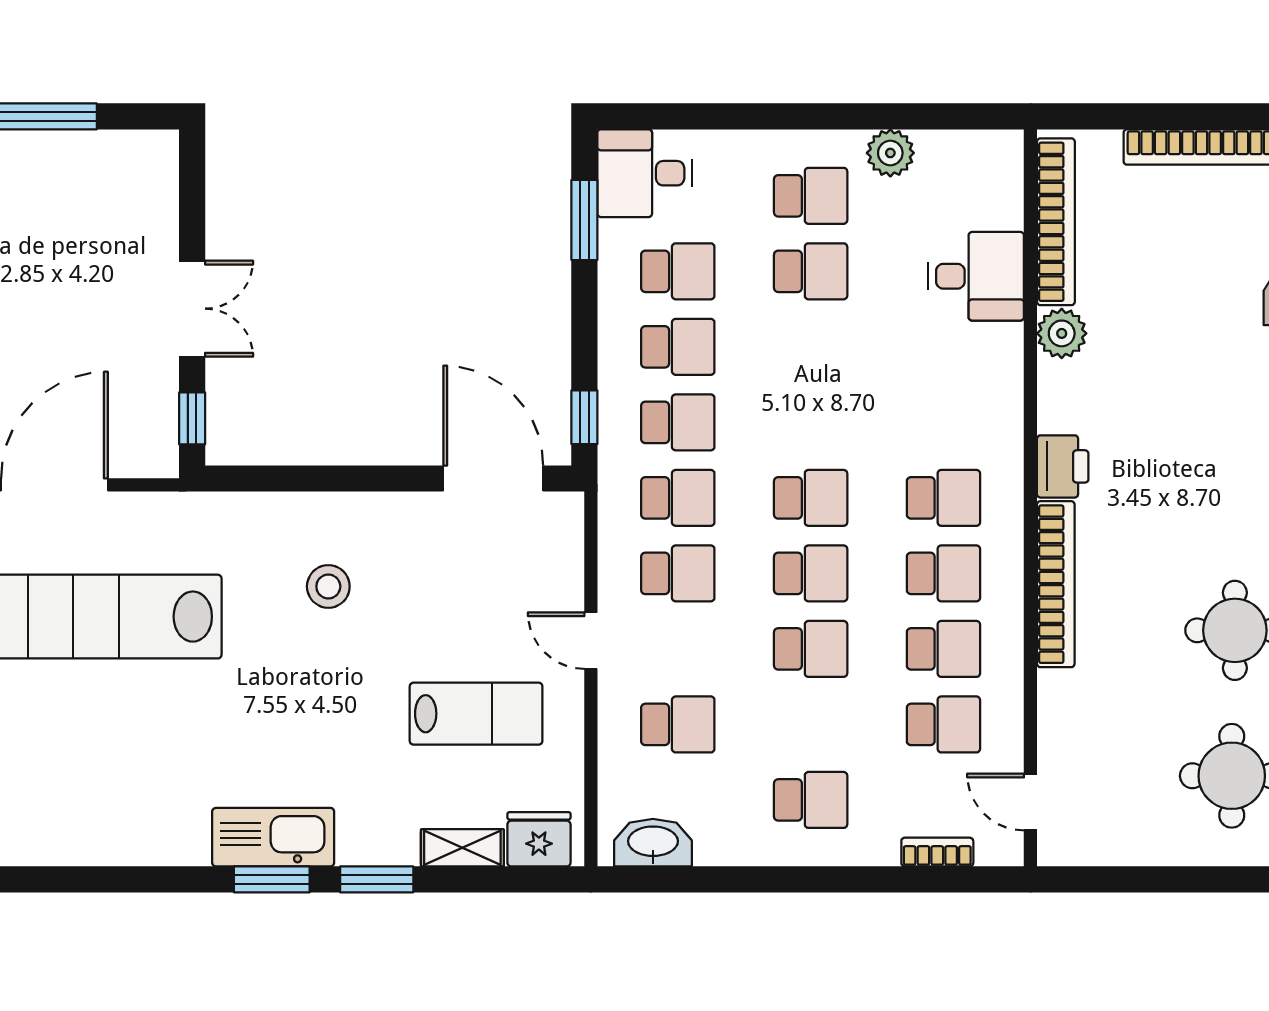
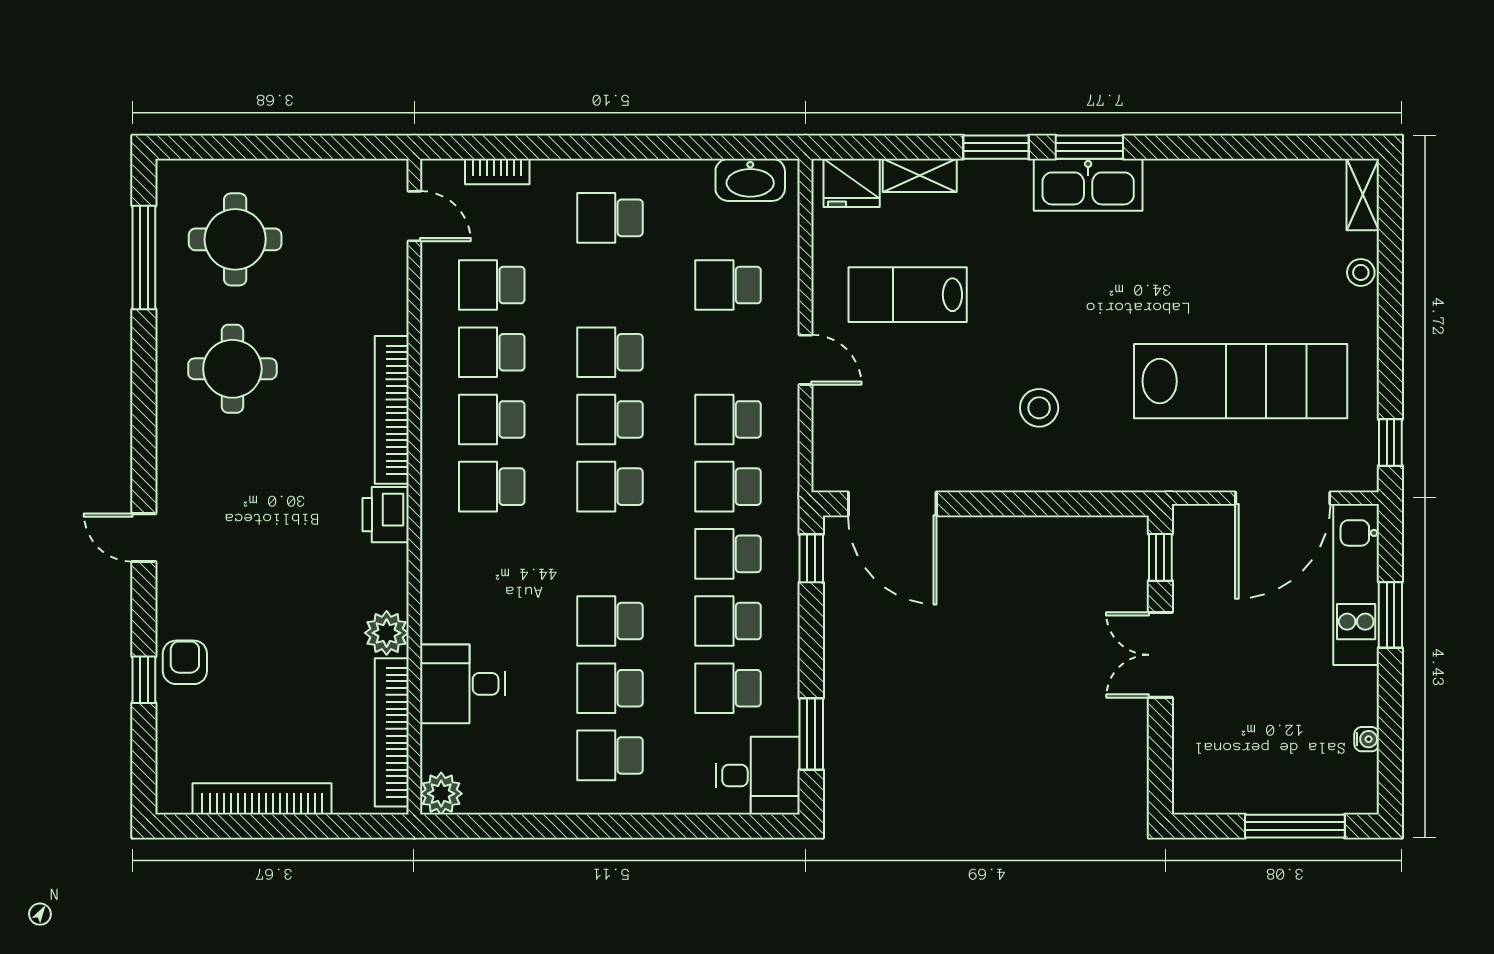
plant: (890, 153) -> (441, 794), moved
school desk: (811, 347) -> (610, 621), added

